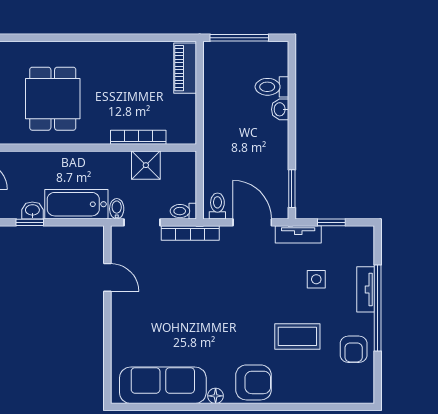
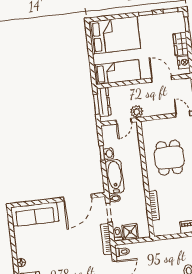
dining table: (53, 99) -> (169, 158), turned 90
shower: (146, 165) -> (130, 232), moved
door: (107, 277) -> (78, 198), width x1.87
sofa: (163, 385) -> (35, 214), moved, turned 90

